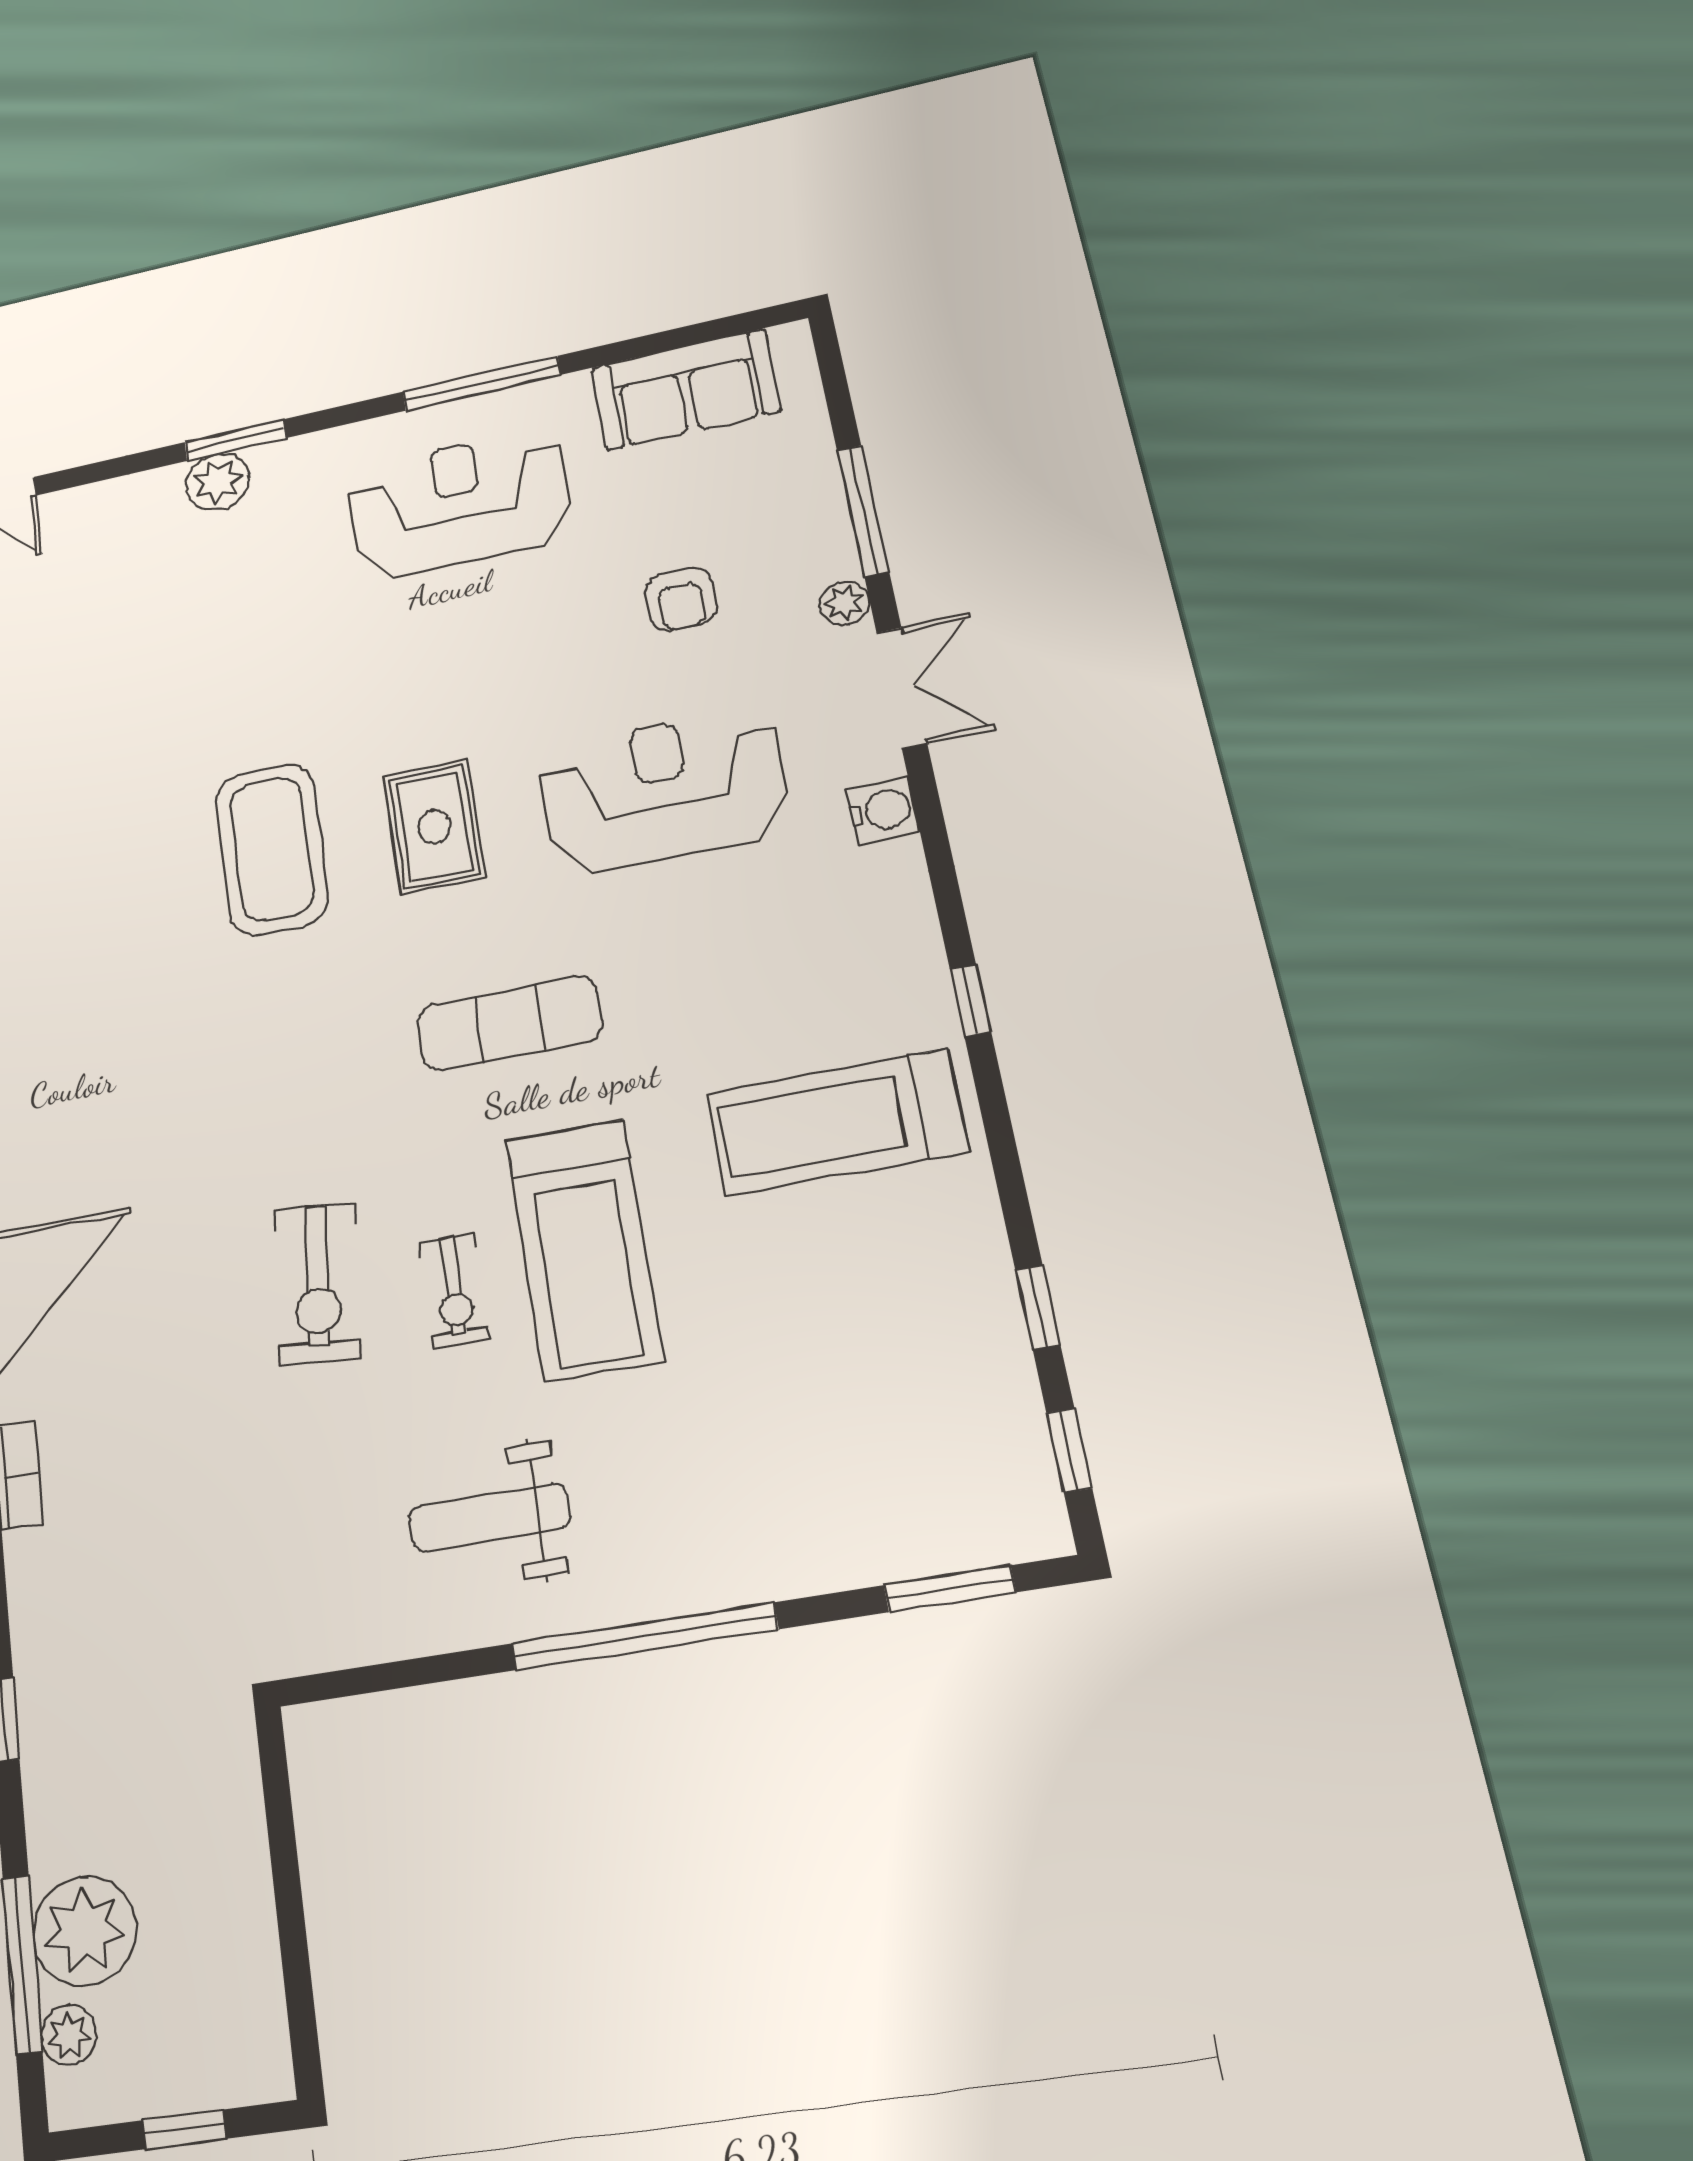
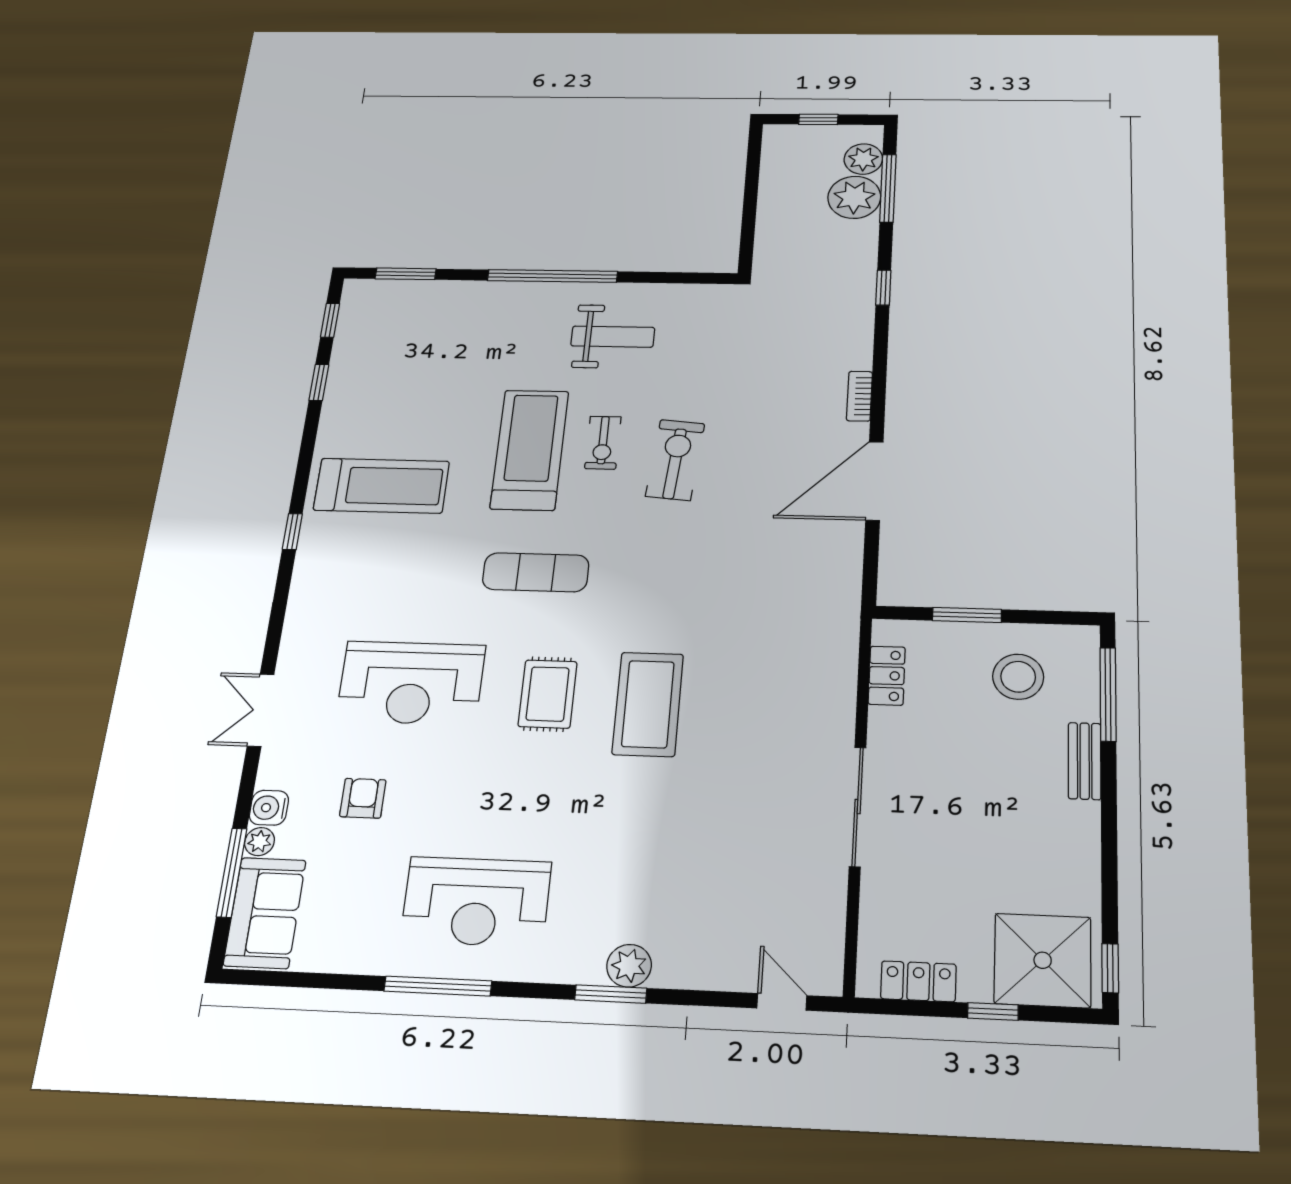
sofa: (686, 389) -> (265, 913), moved, turned 90
window: (863, 511) -> (232, 873), moved
plant: (845, 603) -> (259, 842), moved
water cooler: (883, 810) -> (269, 808), moved
exercise bike: (454, 1290) -> (603, 443), turned 180
plant: (69, 2035) -> (863, 159), width x1.38, depth x1.38

